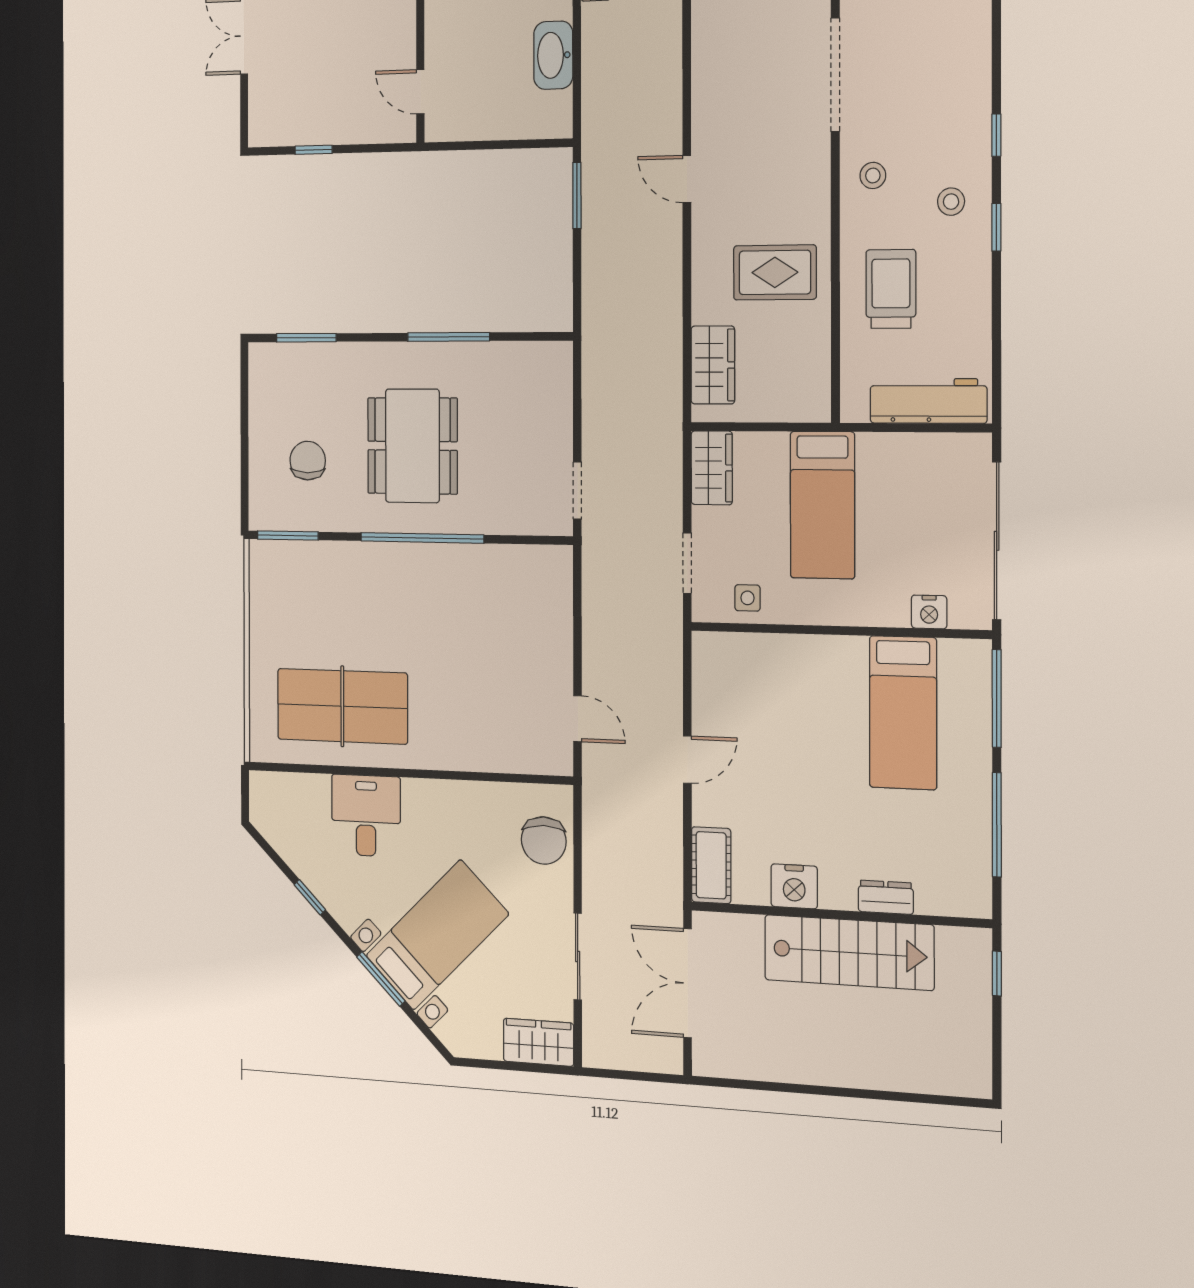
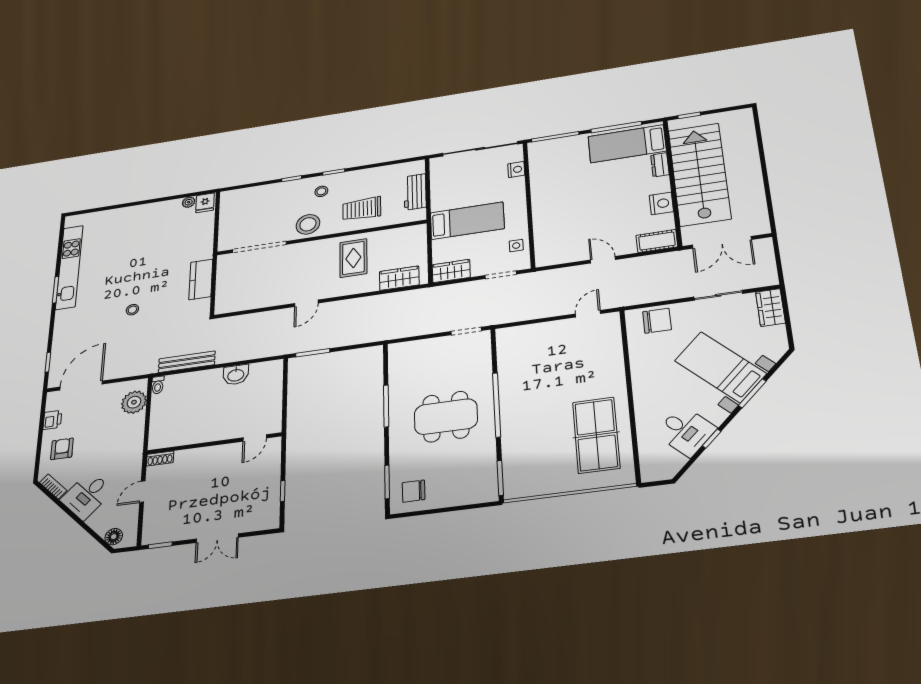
washbasin: (553, 55) -> (236, 375), width x0.72
stool: (873, 175) -> (308, 224), width x1.89, depth x1.89
workbench: (928, 401) -> (415, 192), width x0.73
chair: (308, 461) -> (414, 491), moved
bed: (903, 713) -> (627, 144), moved, turned 180
desk: (366, 816) -> (686, 431), moved, turned -135
stairs: (849, 952) -> (699, 174), width x1.36, depth x1.51

